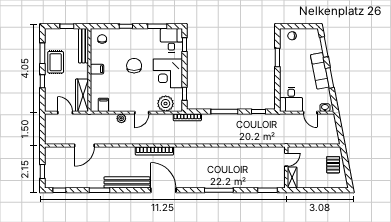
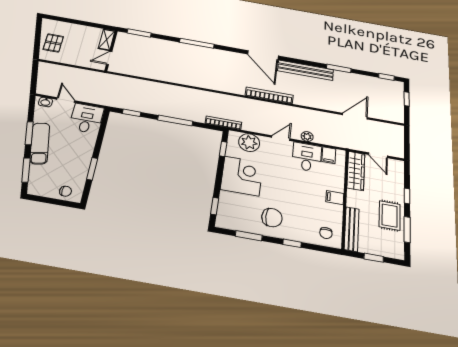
desk: (171, 40) -> (307, 157), moved, turned 180
chair: (134, 66) -> (272, 218), moved, turned -90

